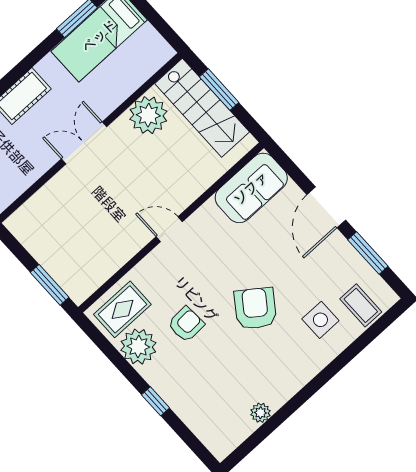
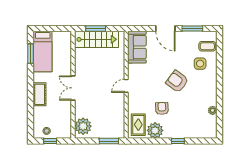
plant: (148, 115) -> (83, 126), moved

